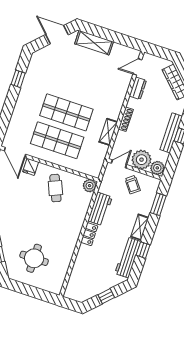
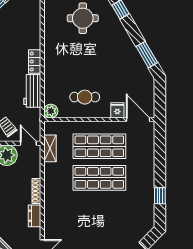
dresser: (138, 88) -> (35, 216), moved
shelving: (108, 132) -> (50, 148), moved
door: (119, 164) -> (28, 143), swing flipped
cafe table: (55, 188) -> (85, 97), turned -67

